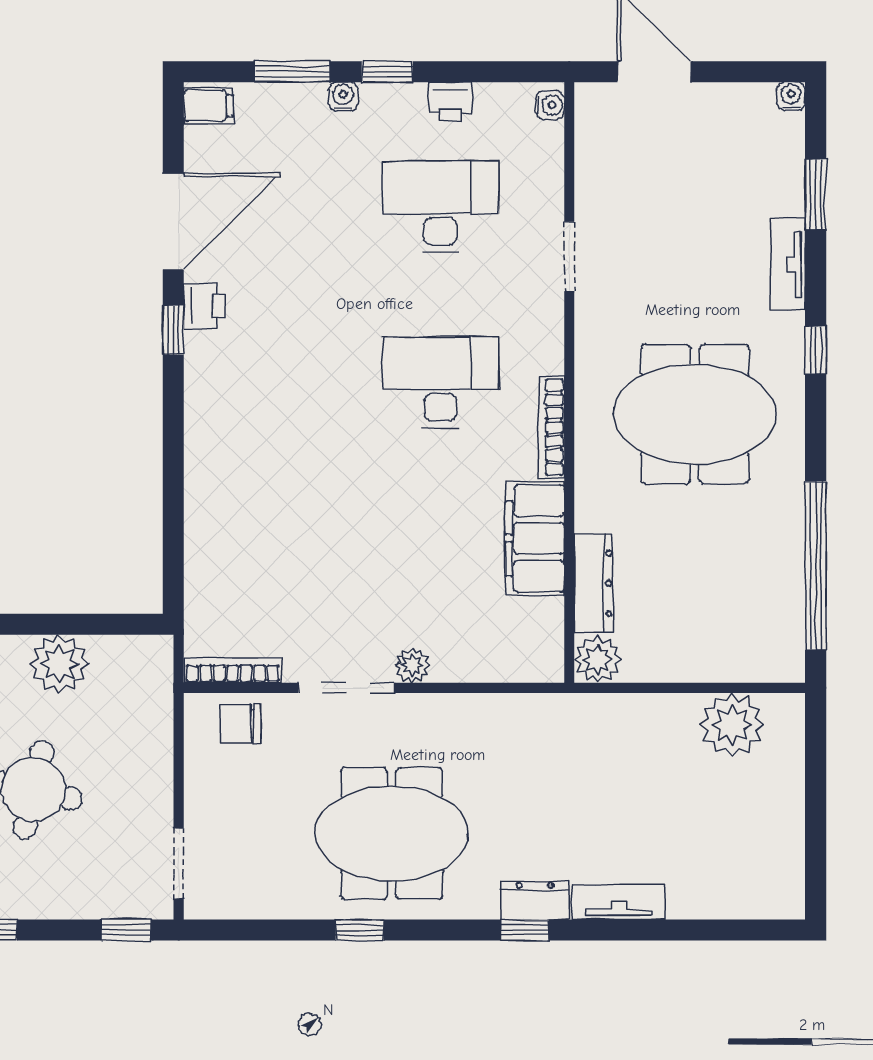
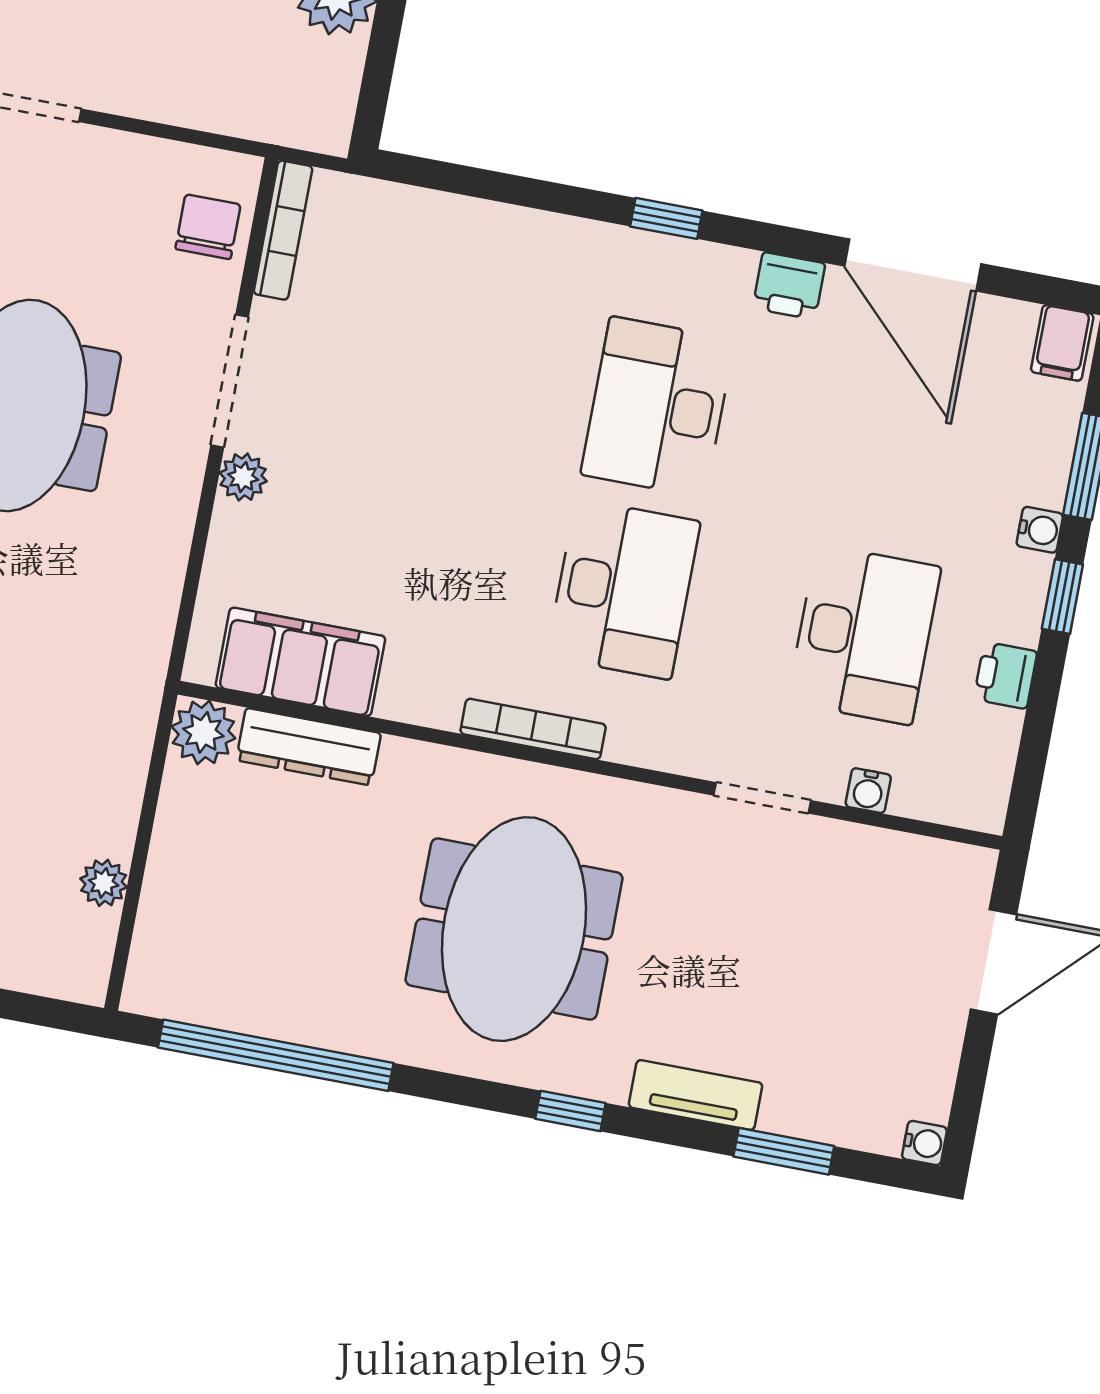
water cooler: (550, 105) -> (868, 791), moved
window: (173, 330) -> (666, 218), moved
desk: (307, 382) -> (658, 407), added
filing cabinet: (535, 539) -> (300, 662), moved
plant: (732, 725) -> (104, 883), width x0.53, depth x0.53

